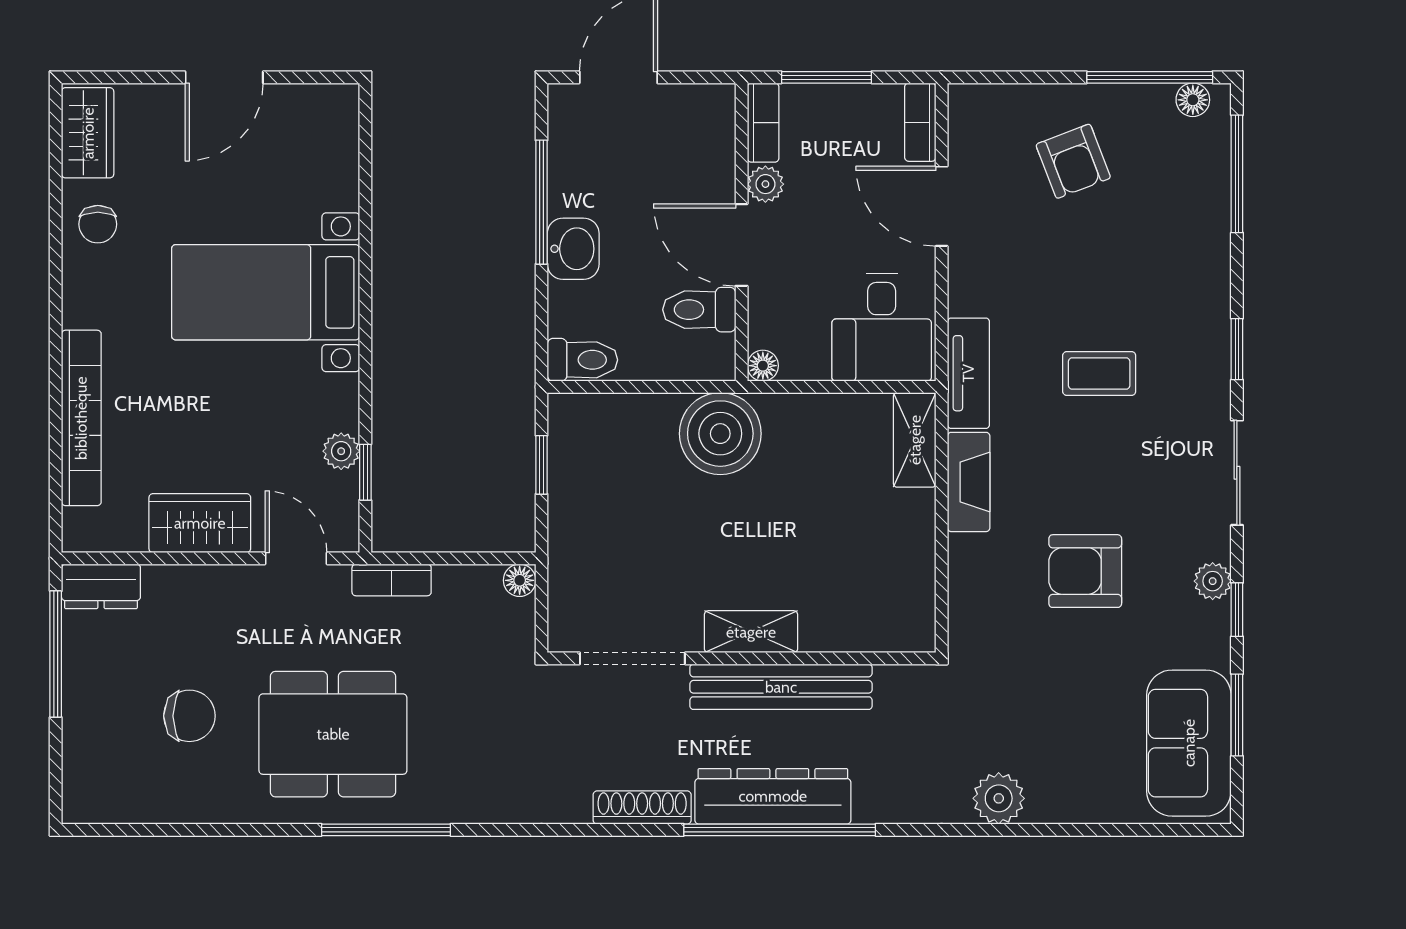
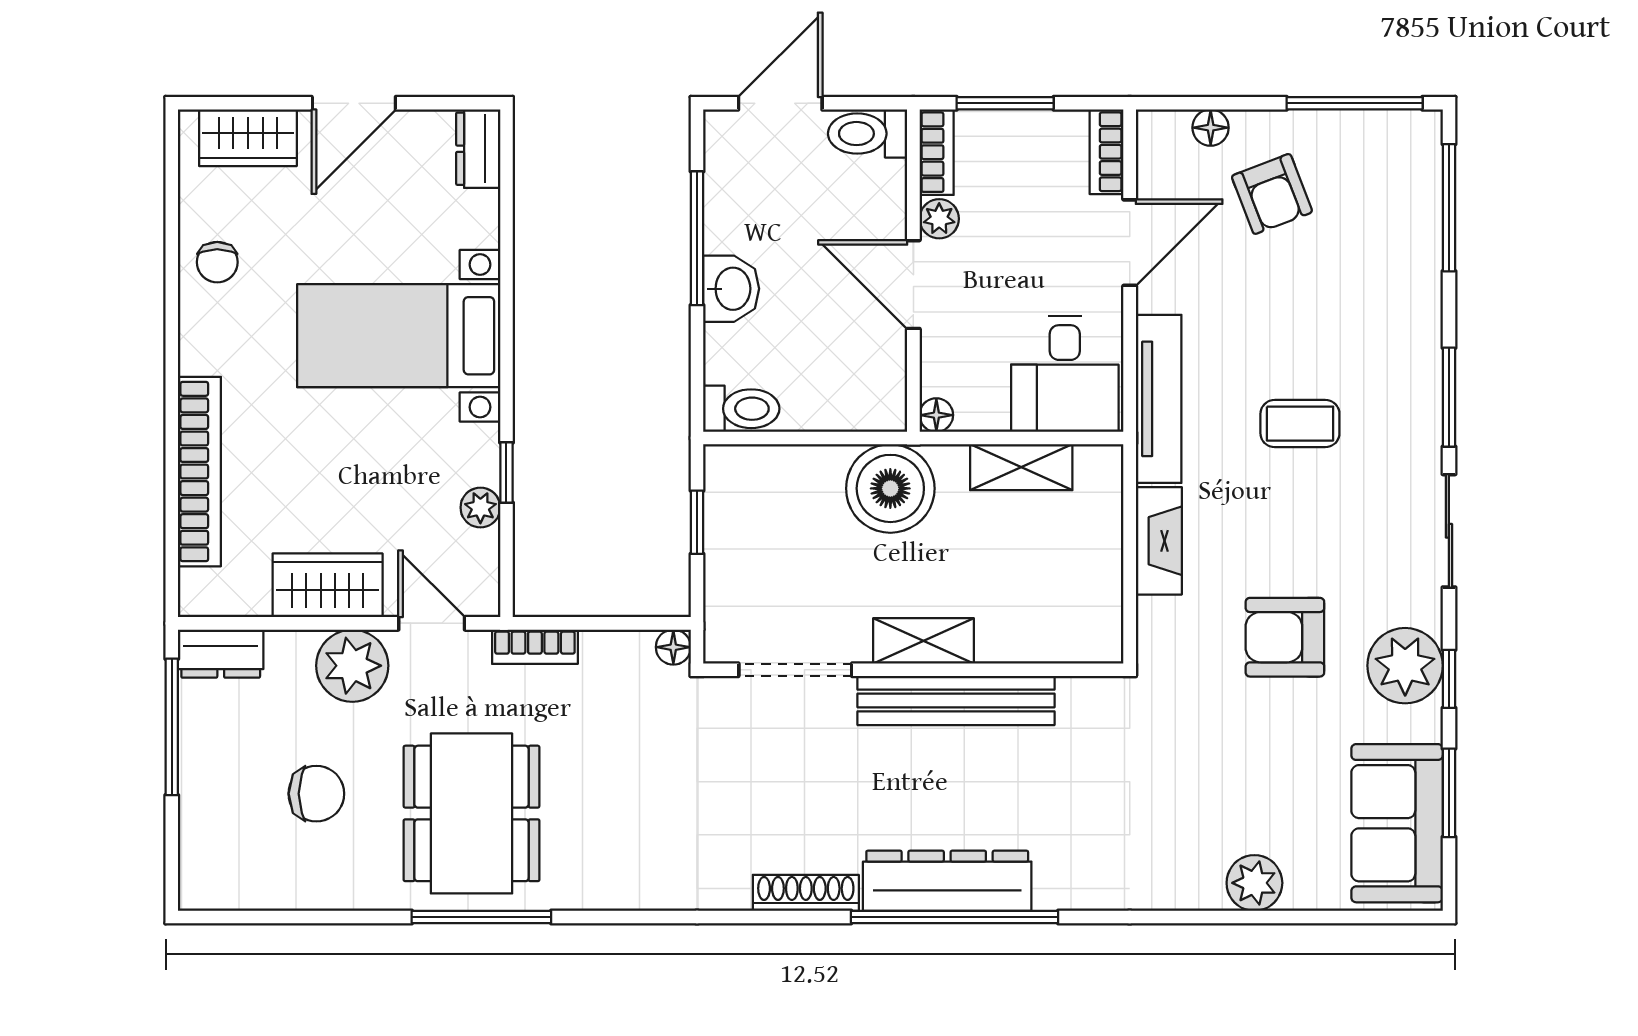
floor lamp: (1193, 100) -> (1211, 128), moved
dresser: (339, 119) -> (478, 149), added
wardrobe: (88, 133) -> (248, 138), moved, turned 90
door: (942, 206) -> (1130, 243), swing flipped
toilet: (699, 310) -> (868, 134), moved
window: (1237, 349) -> (1449, 397), width x1.50
tv unit: (968, 373) -> (1159, 399), width x1.41
shelving: (915, 440) -> (1021, 467), moved, turned 90
window: (365, 472) -> (506, 473), moved
plant: (1213, 581) -> (1405, 666), width x1.87, depth x1.87
plant: (223, 597) -> (352, 666), added
shelving: (751, 632) -> (923, 641), moved
doorway: (632, 658) -> (795, 670), moved
wall: (742, 658) -> (913, 670), moved
bench: (781, 687) -> (956, 700), moved
dining table: (333, 734) -> (472, 813), turned 90
plant: (999, 798) -> (1254, 883), moved
window: (386, 830) -> (481, 917), moved

